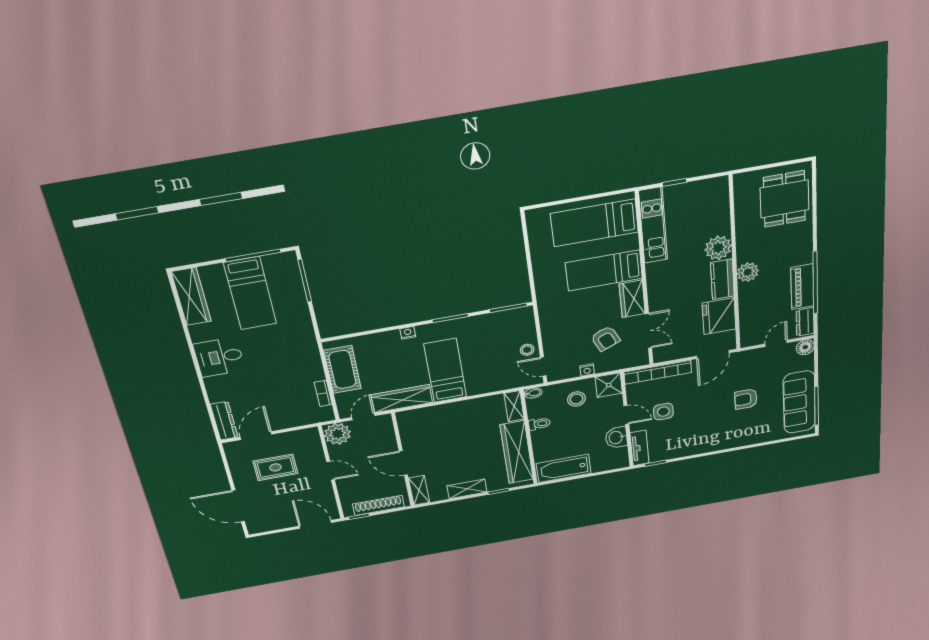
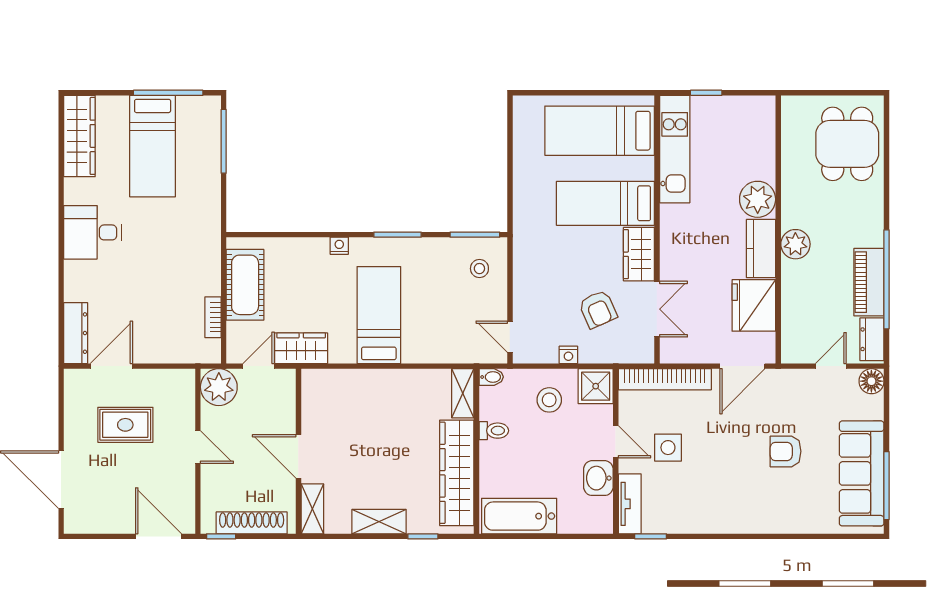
stool: (527, 350) -> (479, 269), moved
wardrobe: (402, 399) -> (301, 348), width x0.67

